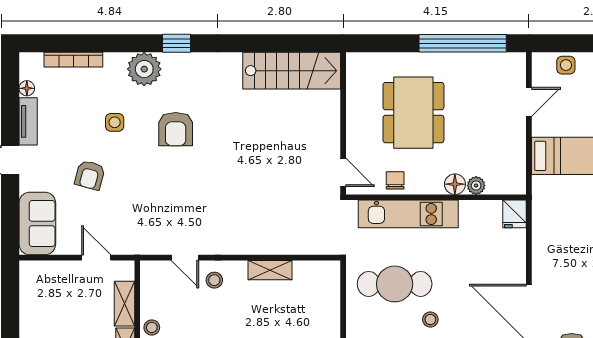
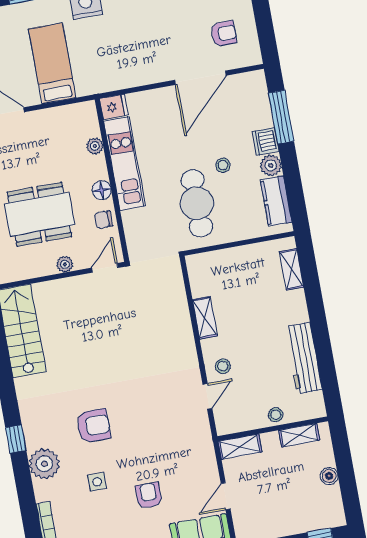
plant: (355, 130) -> (65, 264), added
armchair: (90, 175) -> (149, 495), turned -105
floor lamp: (455, 184) -> (102, 190), moved
kitchen unit: (408, 214) -> (125, 164), moved
door: (96, 258) -> (226, 496), moved
shelving: (124, 304) -> (240, 447), moved

